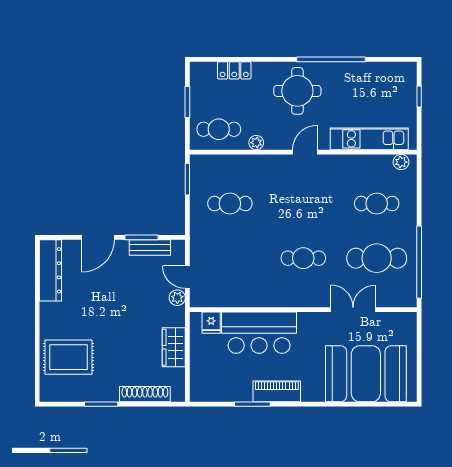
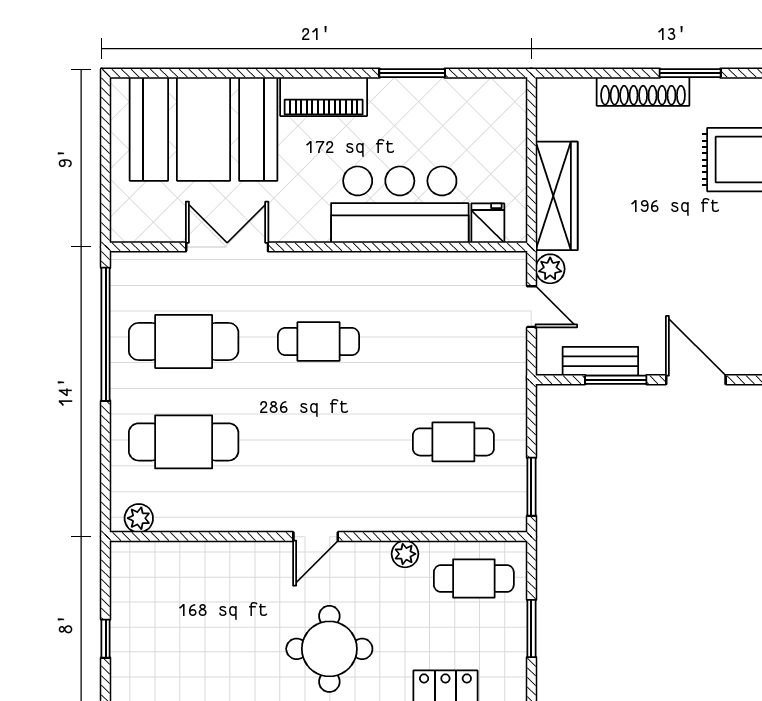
kitchen unit: (369, 139) -> (197, 561), removed
cafe table: (377, 204) -> (184, 442), width x1.37, depth x1.35
door: (98, 237) -> (696, 380), hinge flipped
double door: (353, 310) -> (227, 247), swing flipped
wardrobe: (174, 347) -> (557, 196), width x1.50
piano: (277, 391) -> (324, 97), moved
shoe rack: (145, 394) -> (643, 92), moved

